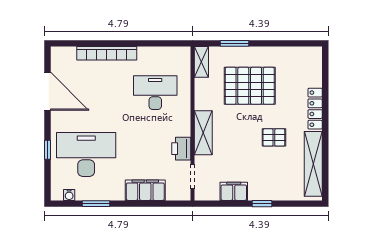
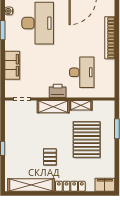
shelving: (201, 62) -> (81, 105), moved
printer: (181, 149) -> (58, 91), moved
filing cabinet: (234, 191) -> (105, 185), moved, turned -90

